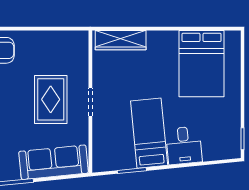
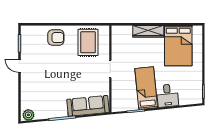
wardrobe: (121, 40) -> (148, 31), moved
rug: (51, 99) -> (88, 42), moved

